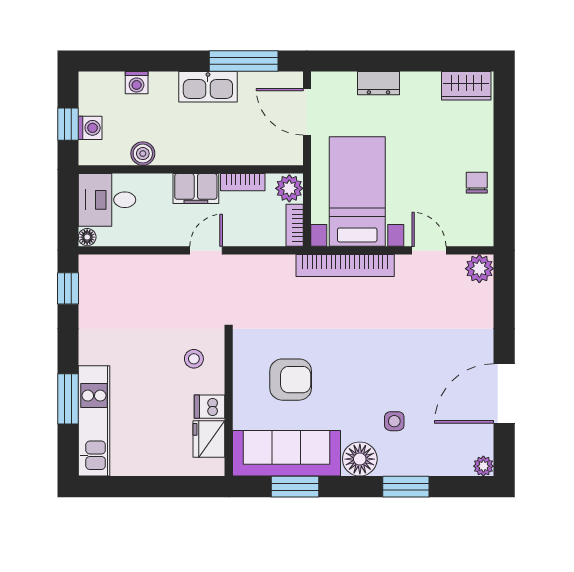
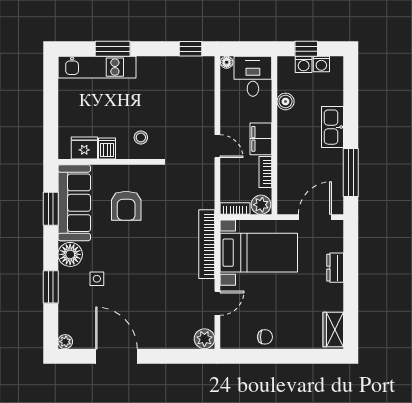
washing machine: (137, 83) -> (321, 64), moved, turned -90
kitchen sink: (208, 87) -> (333, 127), moved

